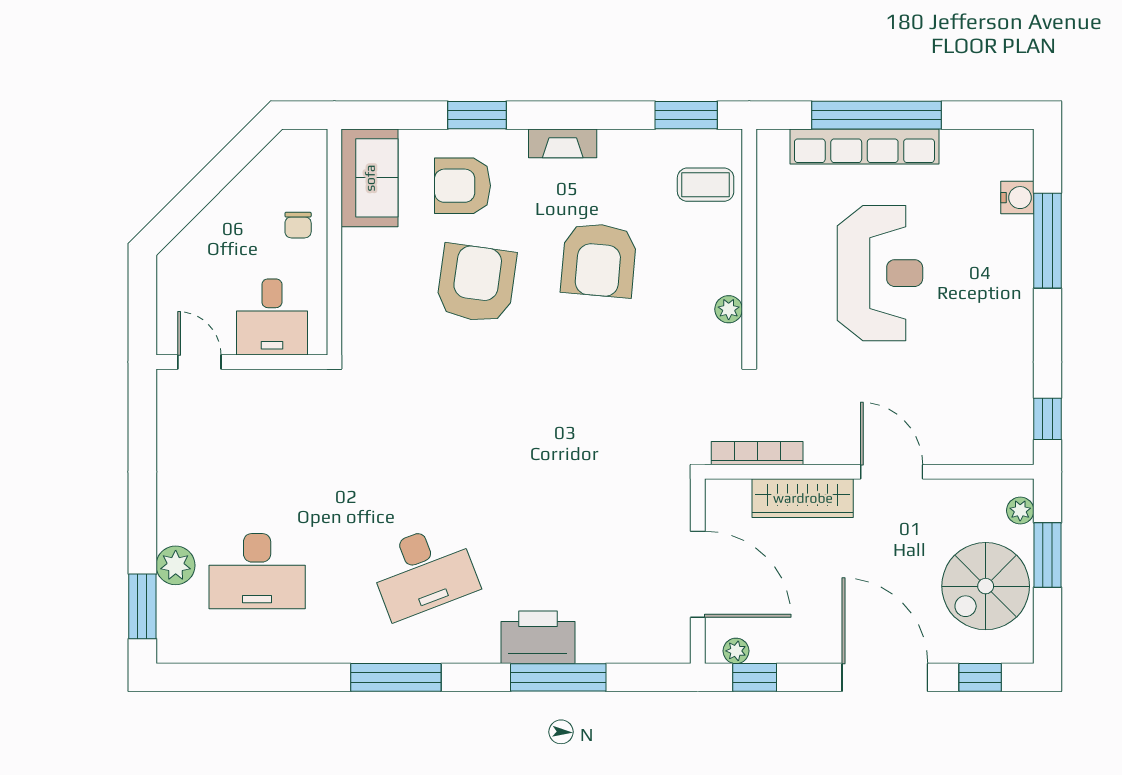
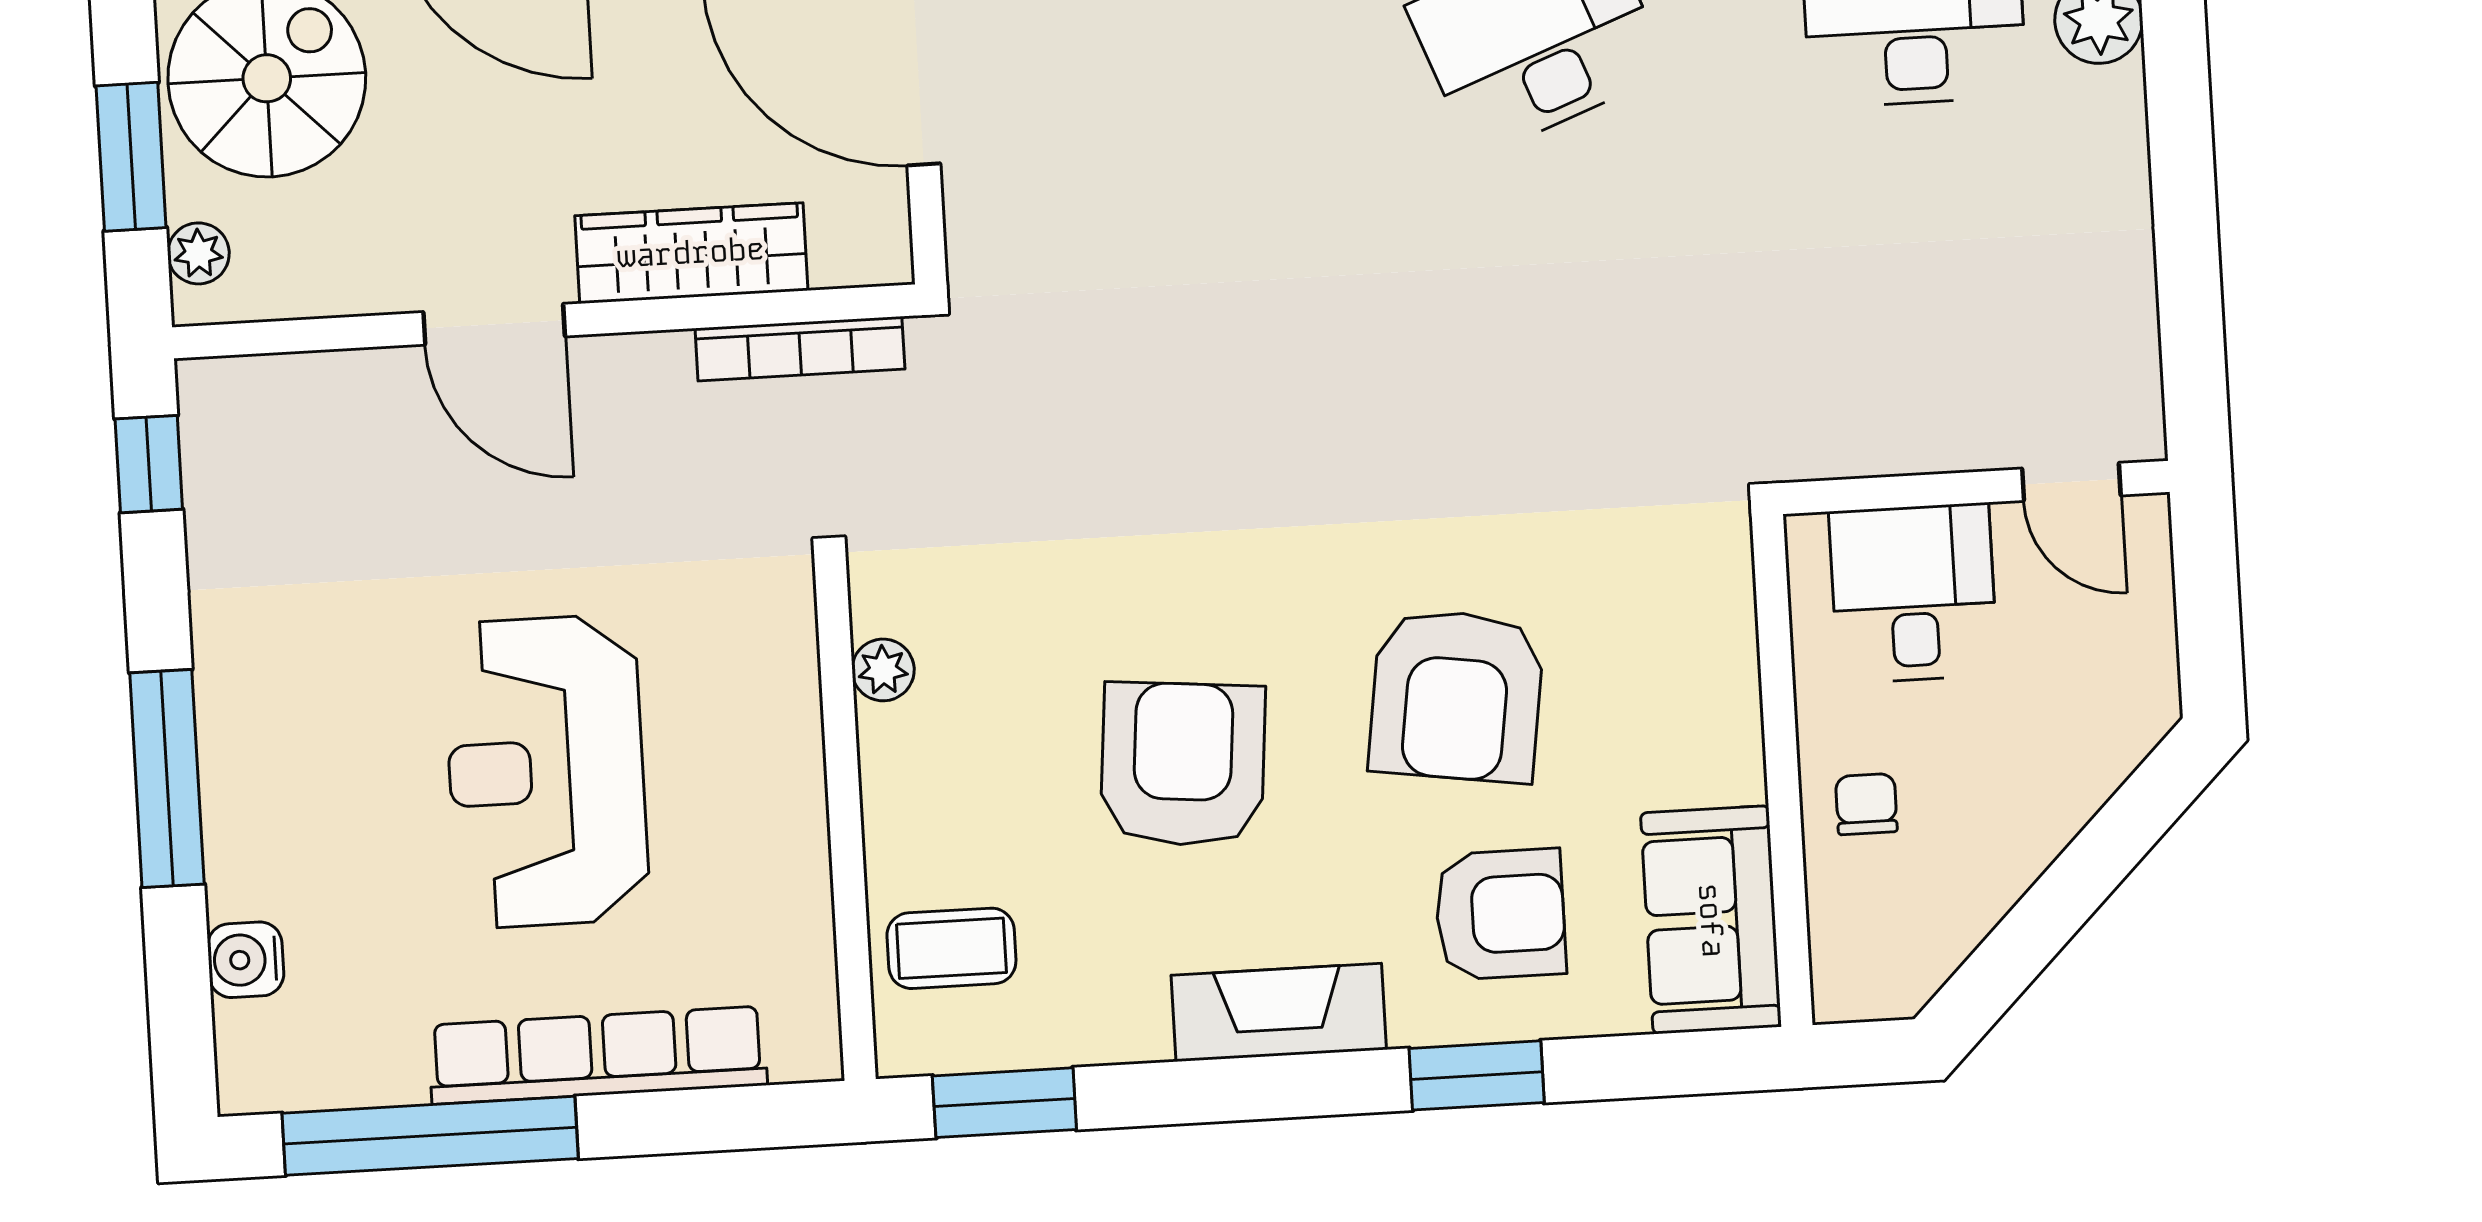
window: (877, 115) -> (430, 1136), moved
fireplace: (563, 143) -> (1279, 1012), width x1.37, depth x1.32
window: (1048, 241) -> (167, 779), moved

